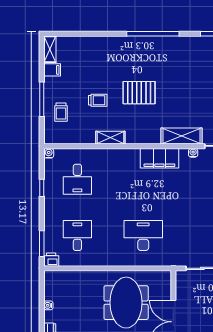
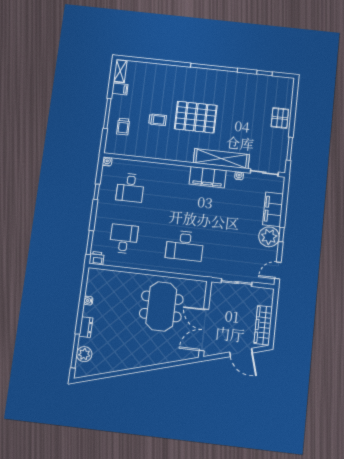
pallet: (139, 93) -> (196, 117), width x1.37, depth x1.41
shelving: (182, 136) -> (221, 159), width x1.47
shelving: (110, 138) -> (165, 154), removed
desk: (143, 236) -> (185, 246), turned 180

